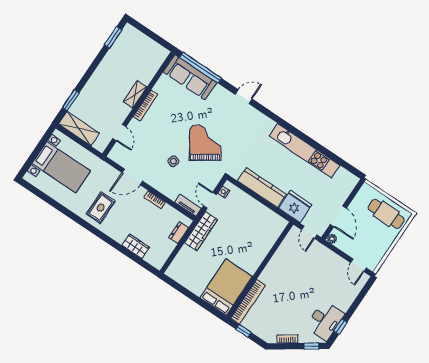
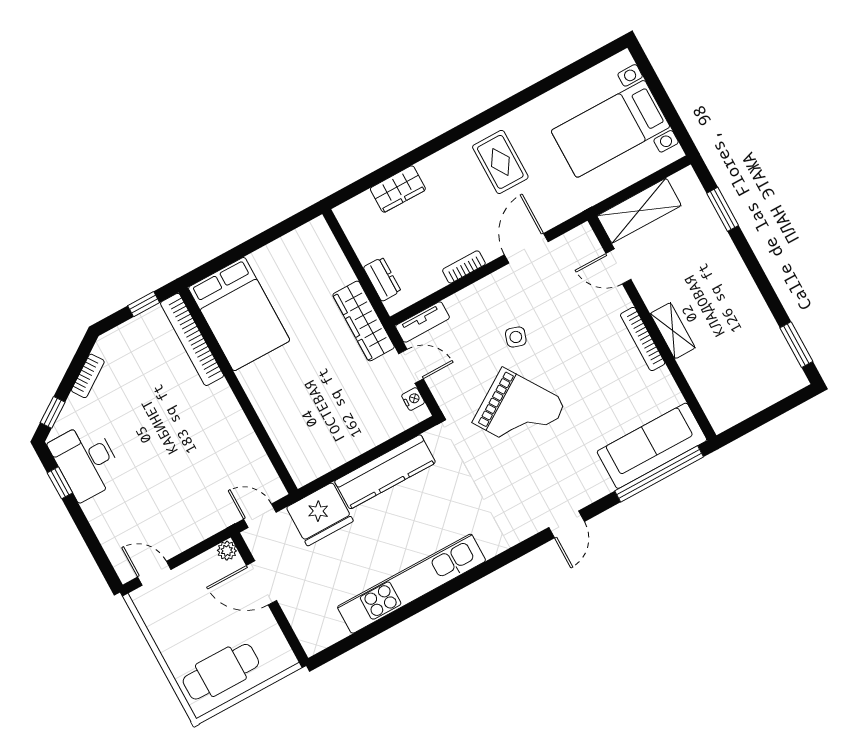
shelving: (79, 129) -> (639, 211), moved

